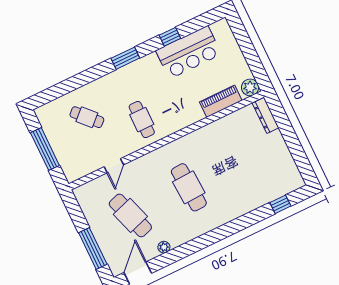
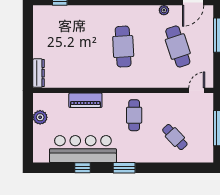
bar counter: (189, 52) -> (83, 149), width x1.36
plant: (250, 87) -> (40, 117), moved
piano: (221, 101) -> (85, 100), moved
door: (114, 166) -> (197, 90), moved

